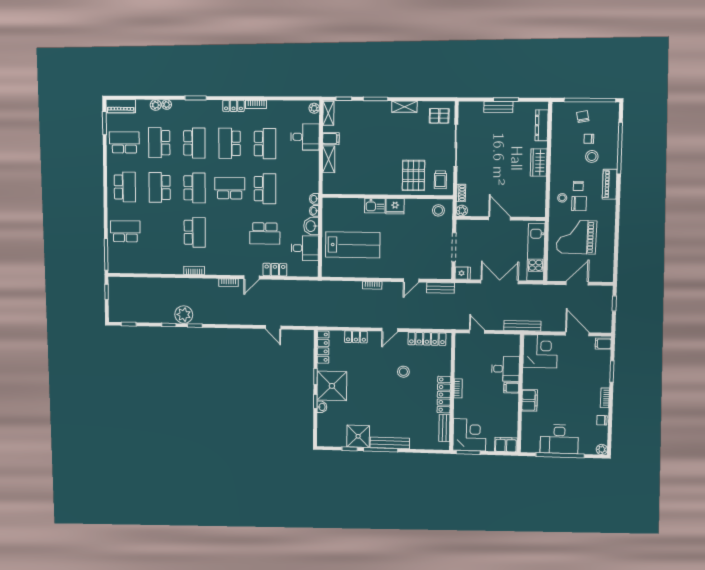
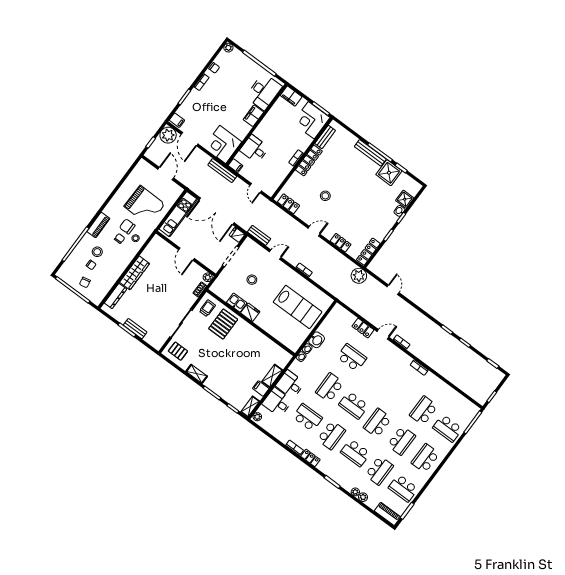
school desk: (194, 143) -> (355, 453), turned -90
school desk: (265, 144) -> (307, 417), turned 90
wardrobe: (539, 162) -> (135, 273), width x1.50
kitchen sink: (375, 206) -> (237, 303), moved
stool: (438, 210) -> (252, 280), moved
school desk: (195, 232) -> (424, 411), moved
lab bench: (353, 245) -> (298, 307), turned 180
desk: (305, 248) -> (290, 384), moved
double door: (500, 282) -> (217, 211), width x1.36
door: (577, 283) -> (166, 174), swing flipped
plant: (184, 315) -> (359, 276), moved
plant: (602, 323) -> (168, 135), added
locker: (427, 339) -> (289, 204), width x0.66
shower: (332, 386) -> (405, 199), moved, width x0.54, depth x0.54
filing cabinet: (511, 388) -> (236, 166), moved
desk: (559, 439) -> (264, 92), moved, turned 90

